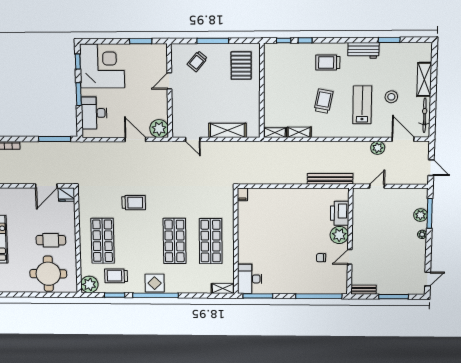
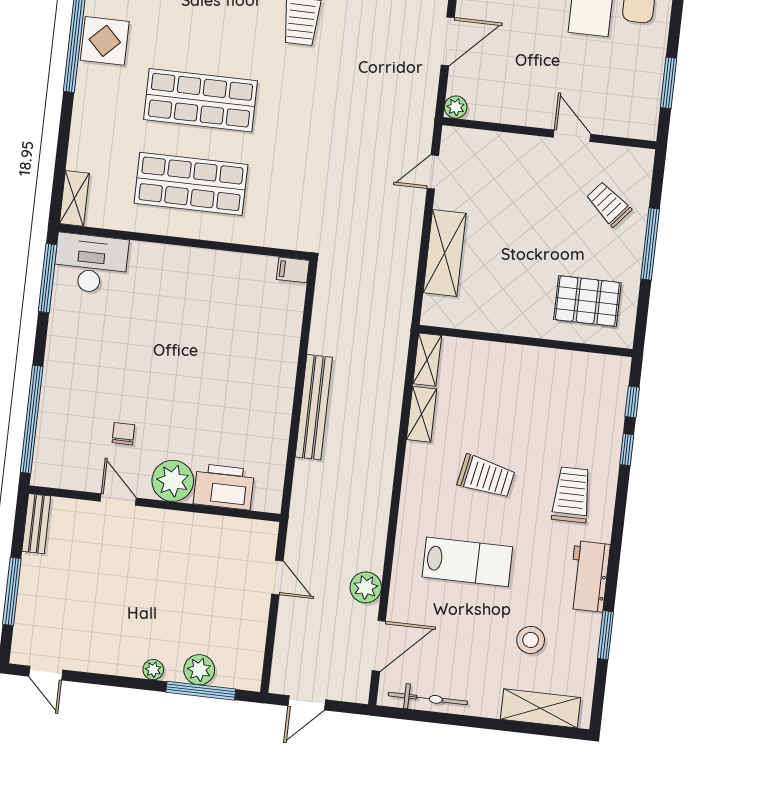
shelving: (424, 80) -> (540, 708), moved
stool: (391, 97) -> (531, 640), moved
plant: (159, 129) -> (456, 107), width x0.53, depth x0.53
bench: (330, 179) -> (314, 407), moved

